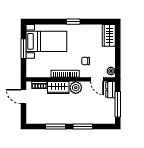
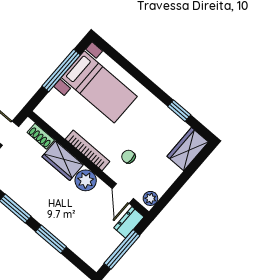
window: (73, 22) -> (179, 111), moved
window: (24, 49) -> (61, 71), width x1.44

